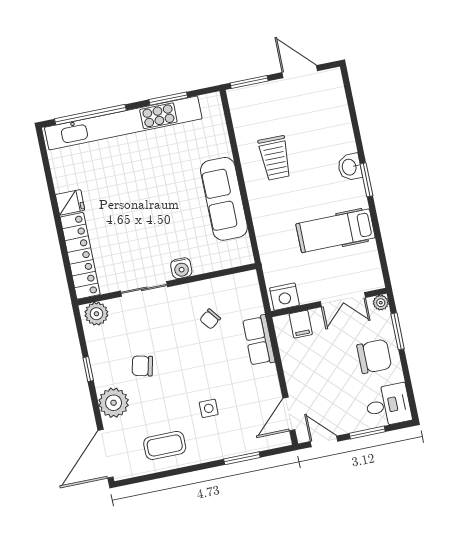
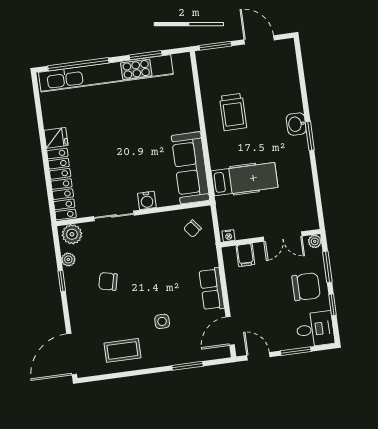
sofa: (224, 199) -> (190, 168), moved
hospital bed: (336, 231) -> (244, 179), moved, turned 180
nightstand: (284, 297) -> (229, 236), width x0.53, depth x0.56
chair: (210, 319) -> (193, 229), moved
row of seats: (259, 341) -> (212, 289), moved
window: (407, 375) -> (333, 305), added
plant: (114, 403) -> (68, 259), moved, width x0.53, depth x0.53

